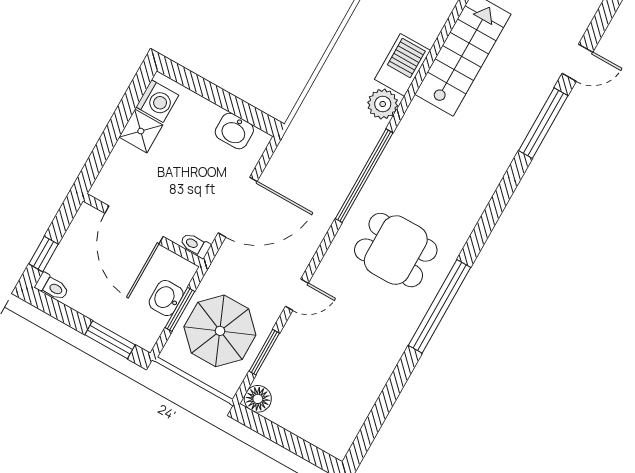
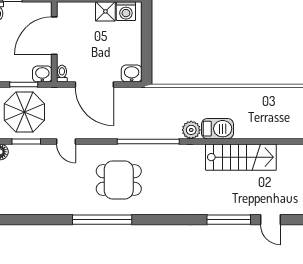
washbasin: (234, 131) -> (132, 73), moved, turned 90
dining table: (396, 250) -> (119, 180), turned 90
washbasin: (166, 298) -> (42, 74), moved

